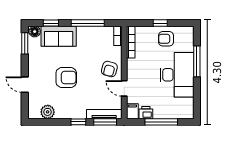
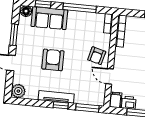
window: (25, 43) -> (14, 35), moved
armchair: (66, 78) -> (53, 60), turned -90
plant: (48, 112) -> (18, 91), moved
tv unit: (104, 114) -> (56, 97), moved

